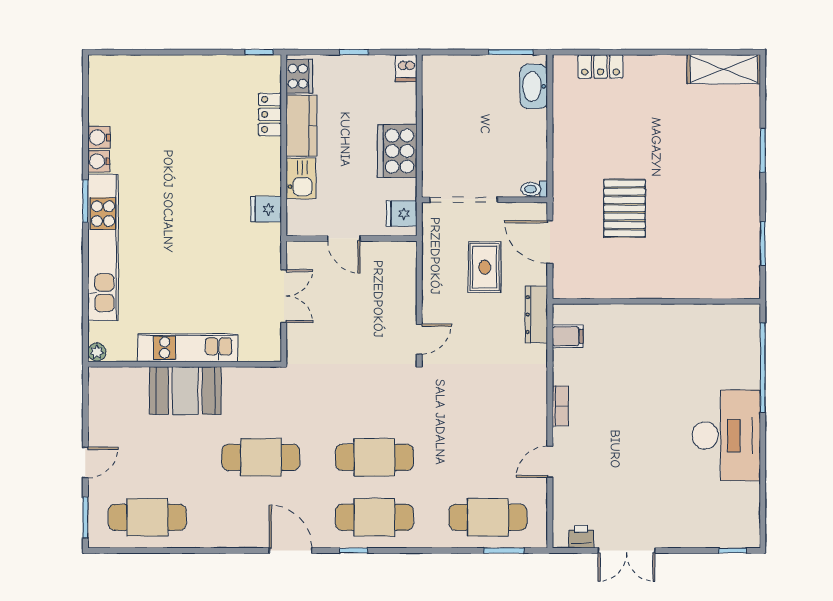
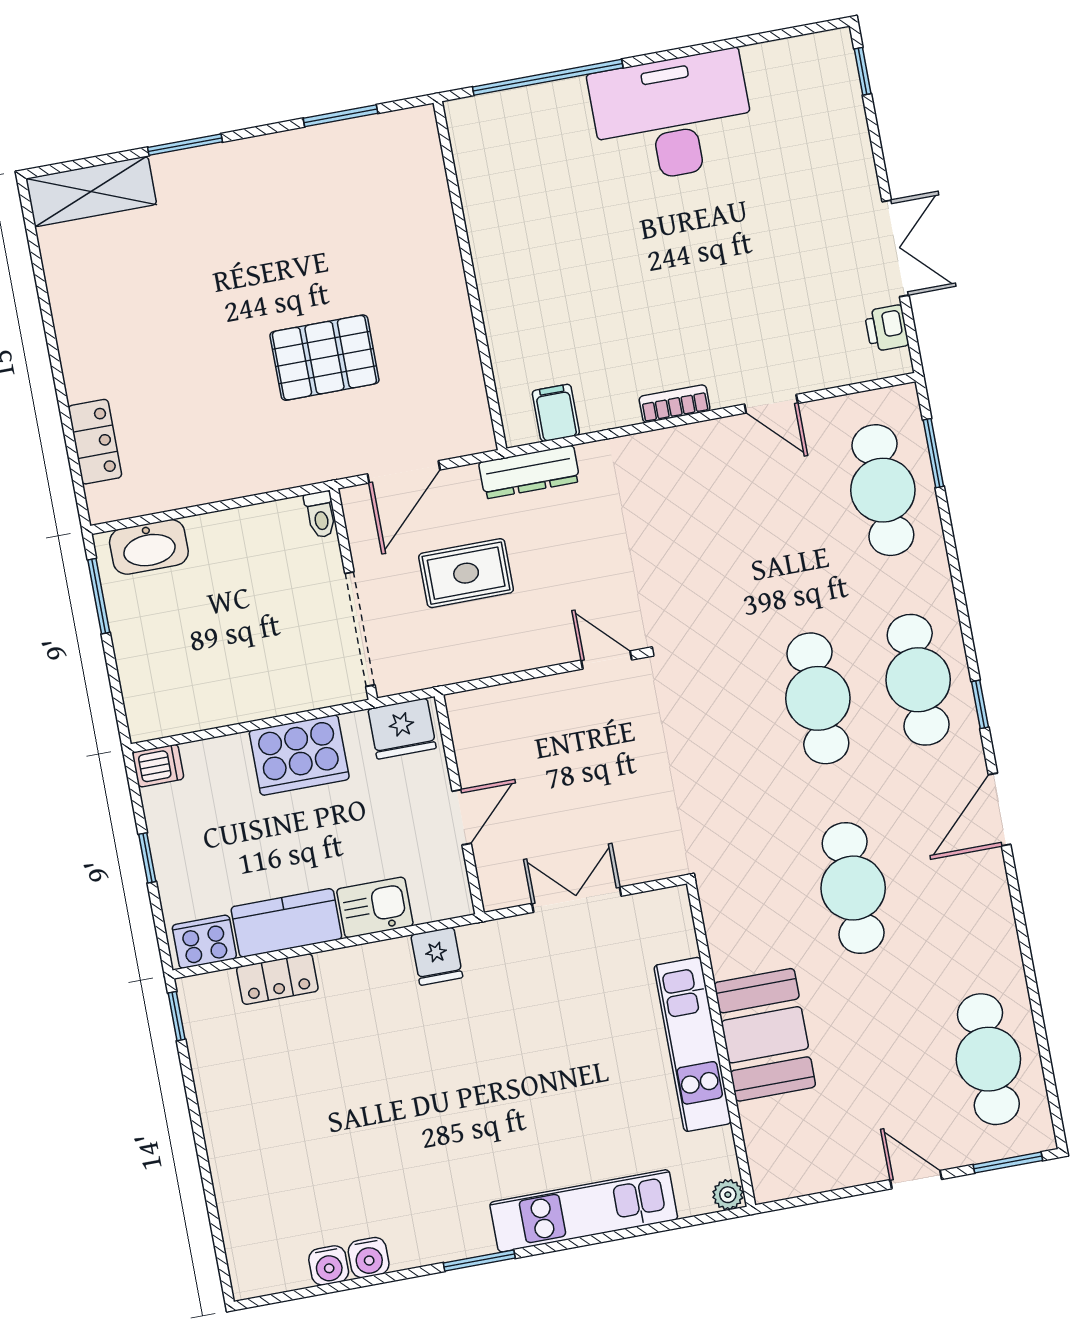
shelving: (724, 69) -> (91, 191), moved, turned 90
water cooler: (99, 161) -> (329, 1265), moved
fridge: (402, 213) -> (402, 728), width x1.38
kitchen unit: (103, 247) -> (584, 1211), width x0.73

